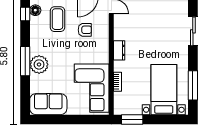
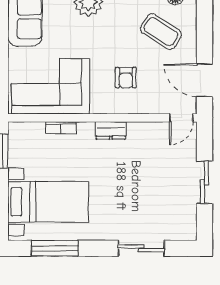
coffee table: (57, 19) -> (161, 32), turned 33
armchair: (85, 30) -> (126, 78), moved

